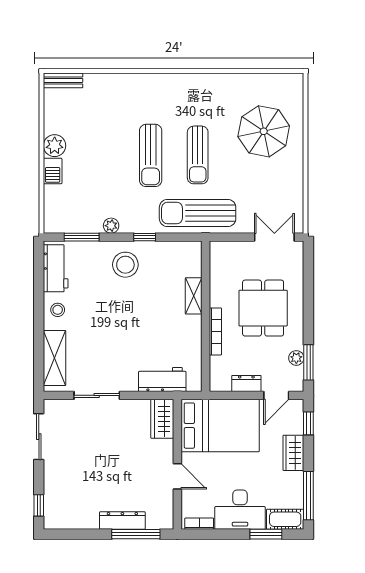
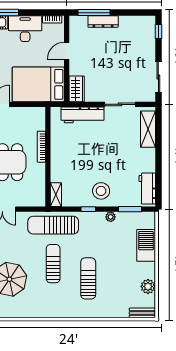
plant: (55, 146) -> (148, 286), moved
sun lounger: (151, 155) -> (88, 278), moved
barbecue: (53, 171) -> (146, 245), width x1.88, depth x1.53
sun lounger: (198, 213) -> (53, 225), turned 180
shelving: (194, 296) -> (56, 195), moved
stool: (58, 310) -> (146, 161), removed
workbench: (162, 379) -> (82, 115), width x1.38
dresser: (246, 383) -> (21, 112), removed
door: (177, 476) -> (67, 51), hinge flipped

